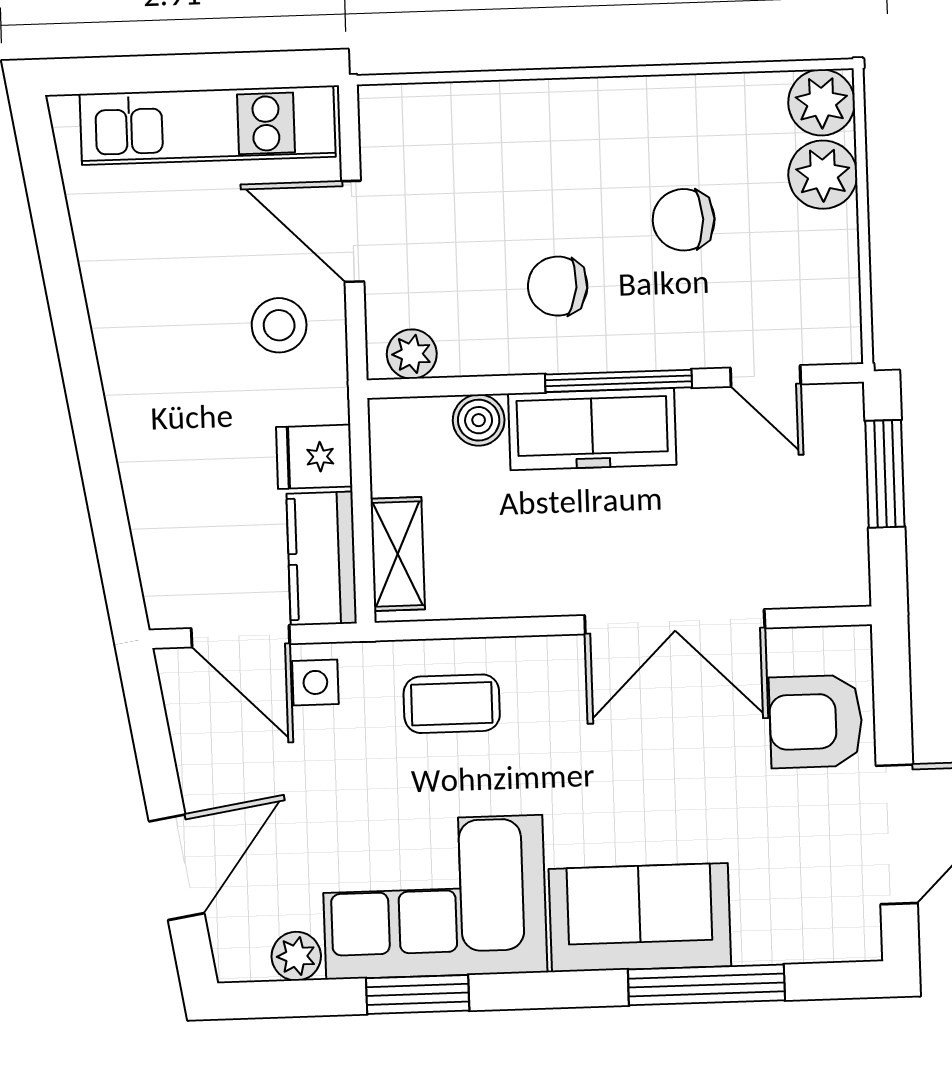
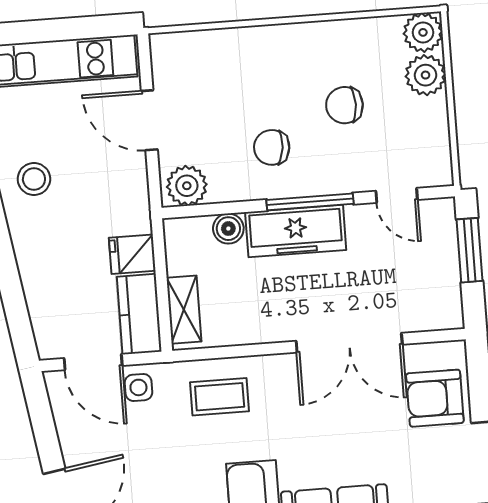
stool: (279, 325) -> (34, 179), moved
plant: (412, 354) -> (187, 186), width x1.38, depth x1.38

